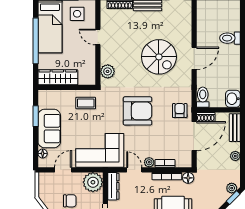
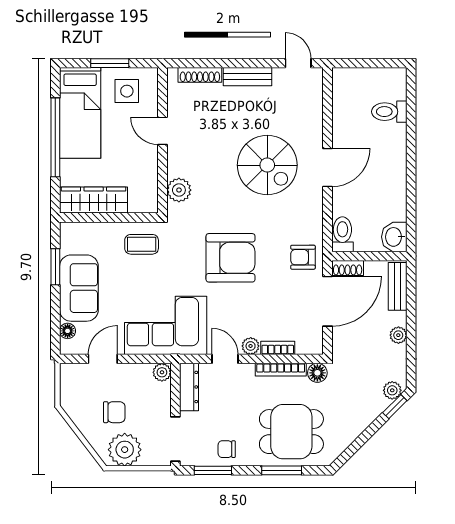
toilet: (230, 38) -> (389, 112), moved
armchair: (180, 111) -> (303, 257), turned -90
plant: (93, 182) -> (162, 372), width x0.53, depth x0.53

